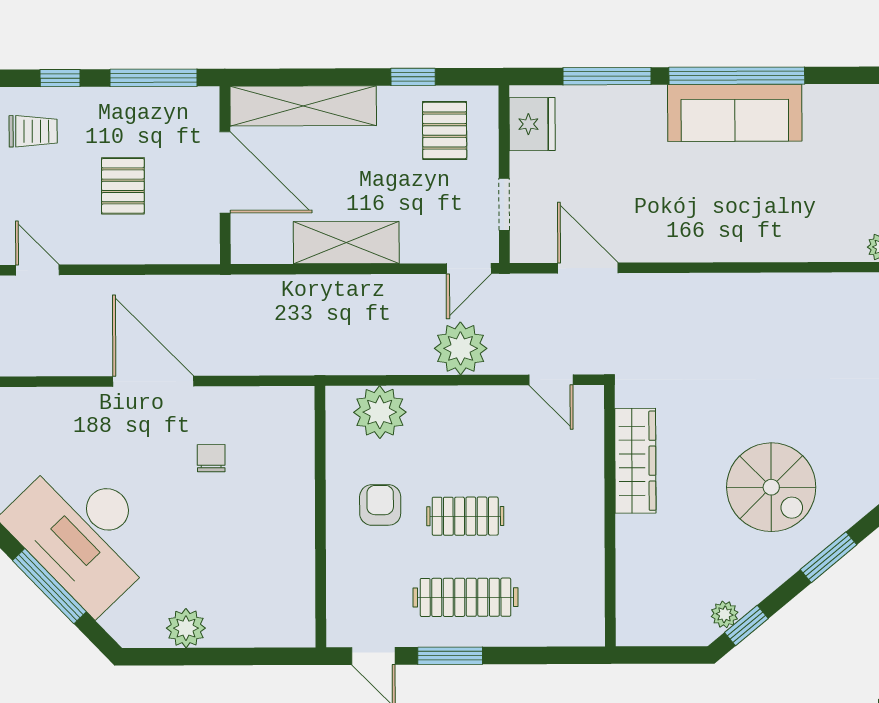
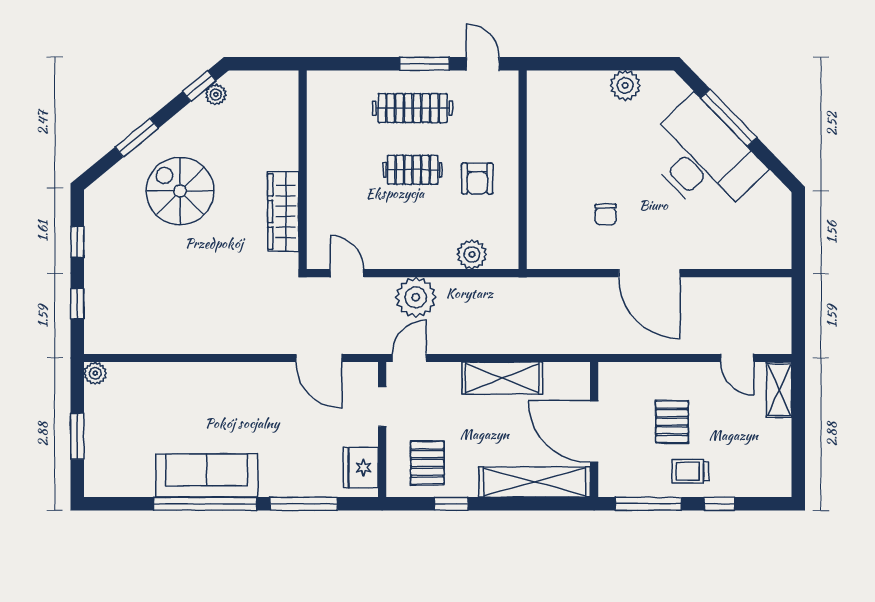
trolley: (33, 131) -> (690, 471), moved
plant: (380, 412) -> (472, 254), width x0.73, depth x0.73

